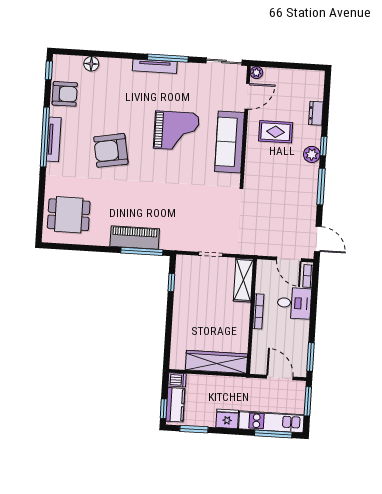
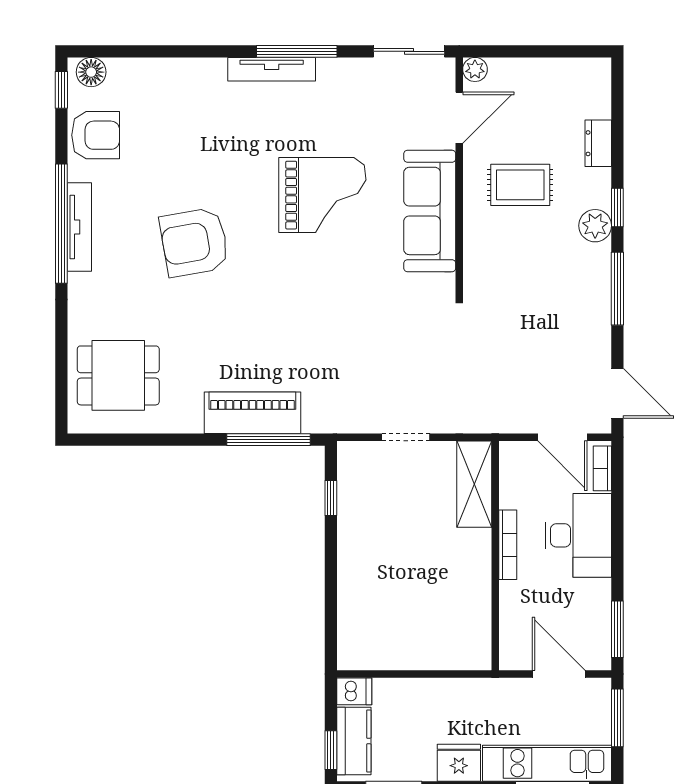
floor lamp: (91, 64) -> (91, 72), moved
desk: (294, 303) -> (578, 535), width x1.37
wardrobe: (217, 362) -> (431, 651), removed

